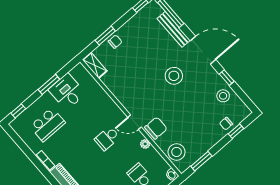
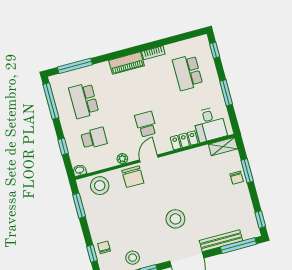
desk: (67, 92) -> (210, 124), moved, turned 90
locker: (105, 100) -> (184, 140), added

